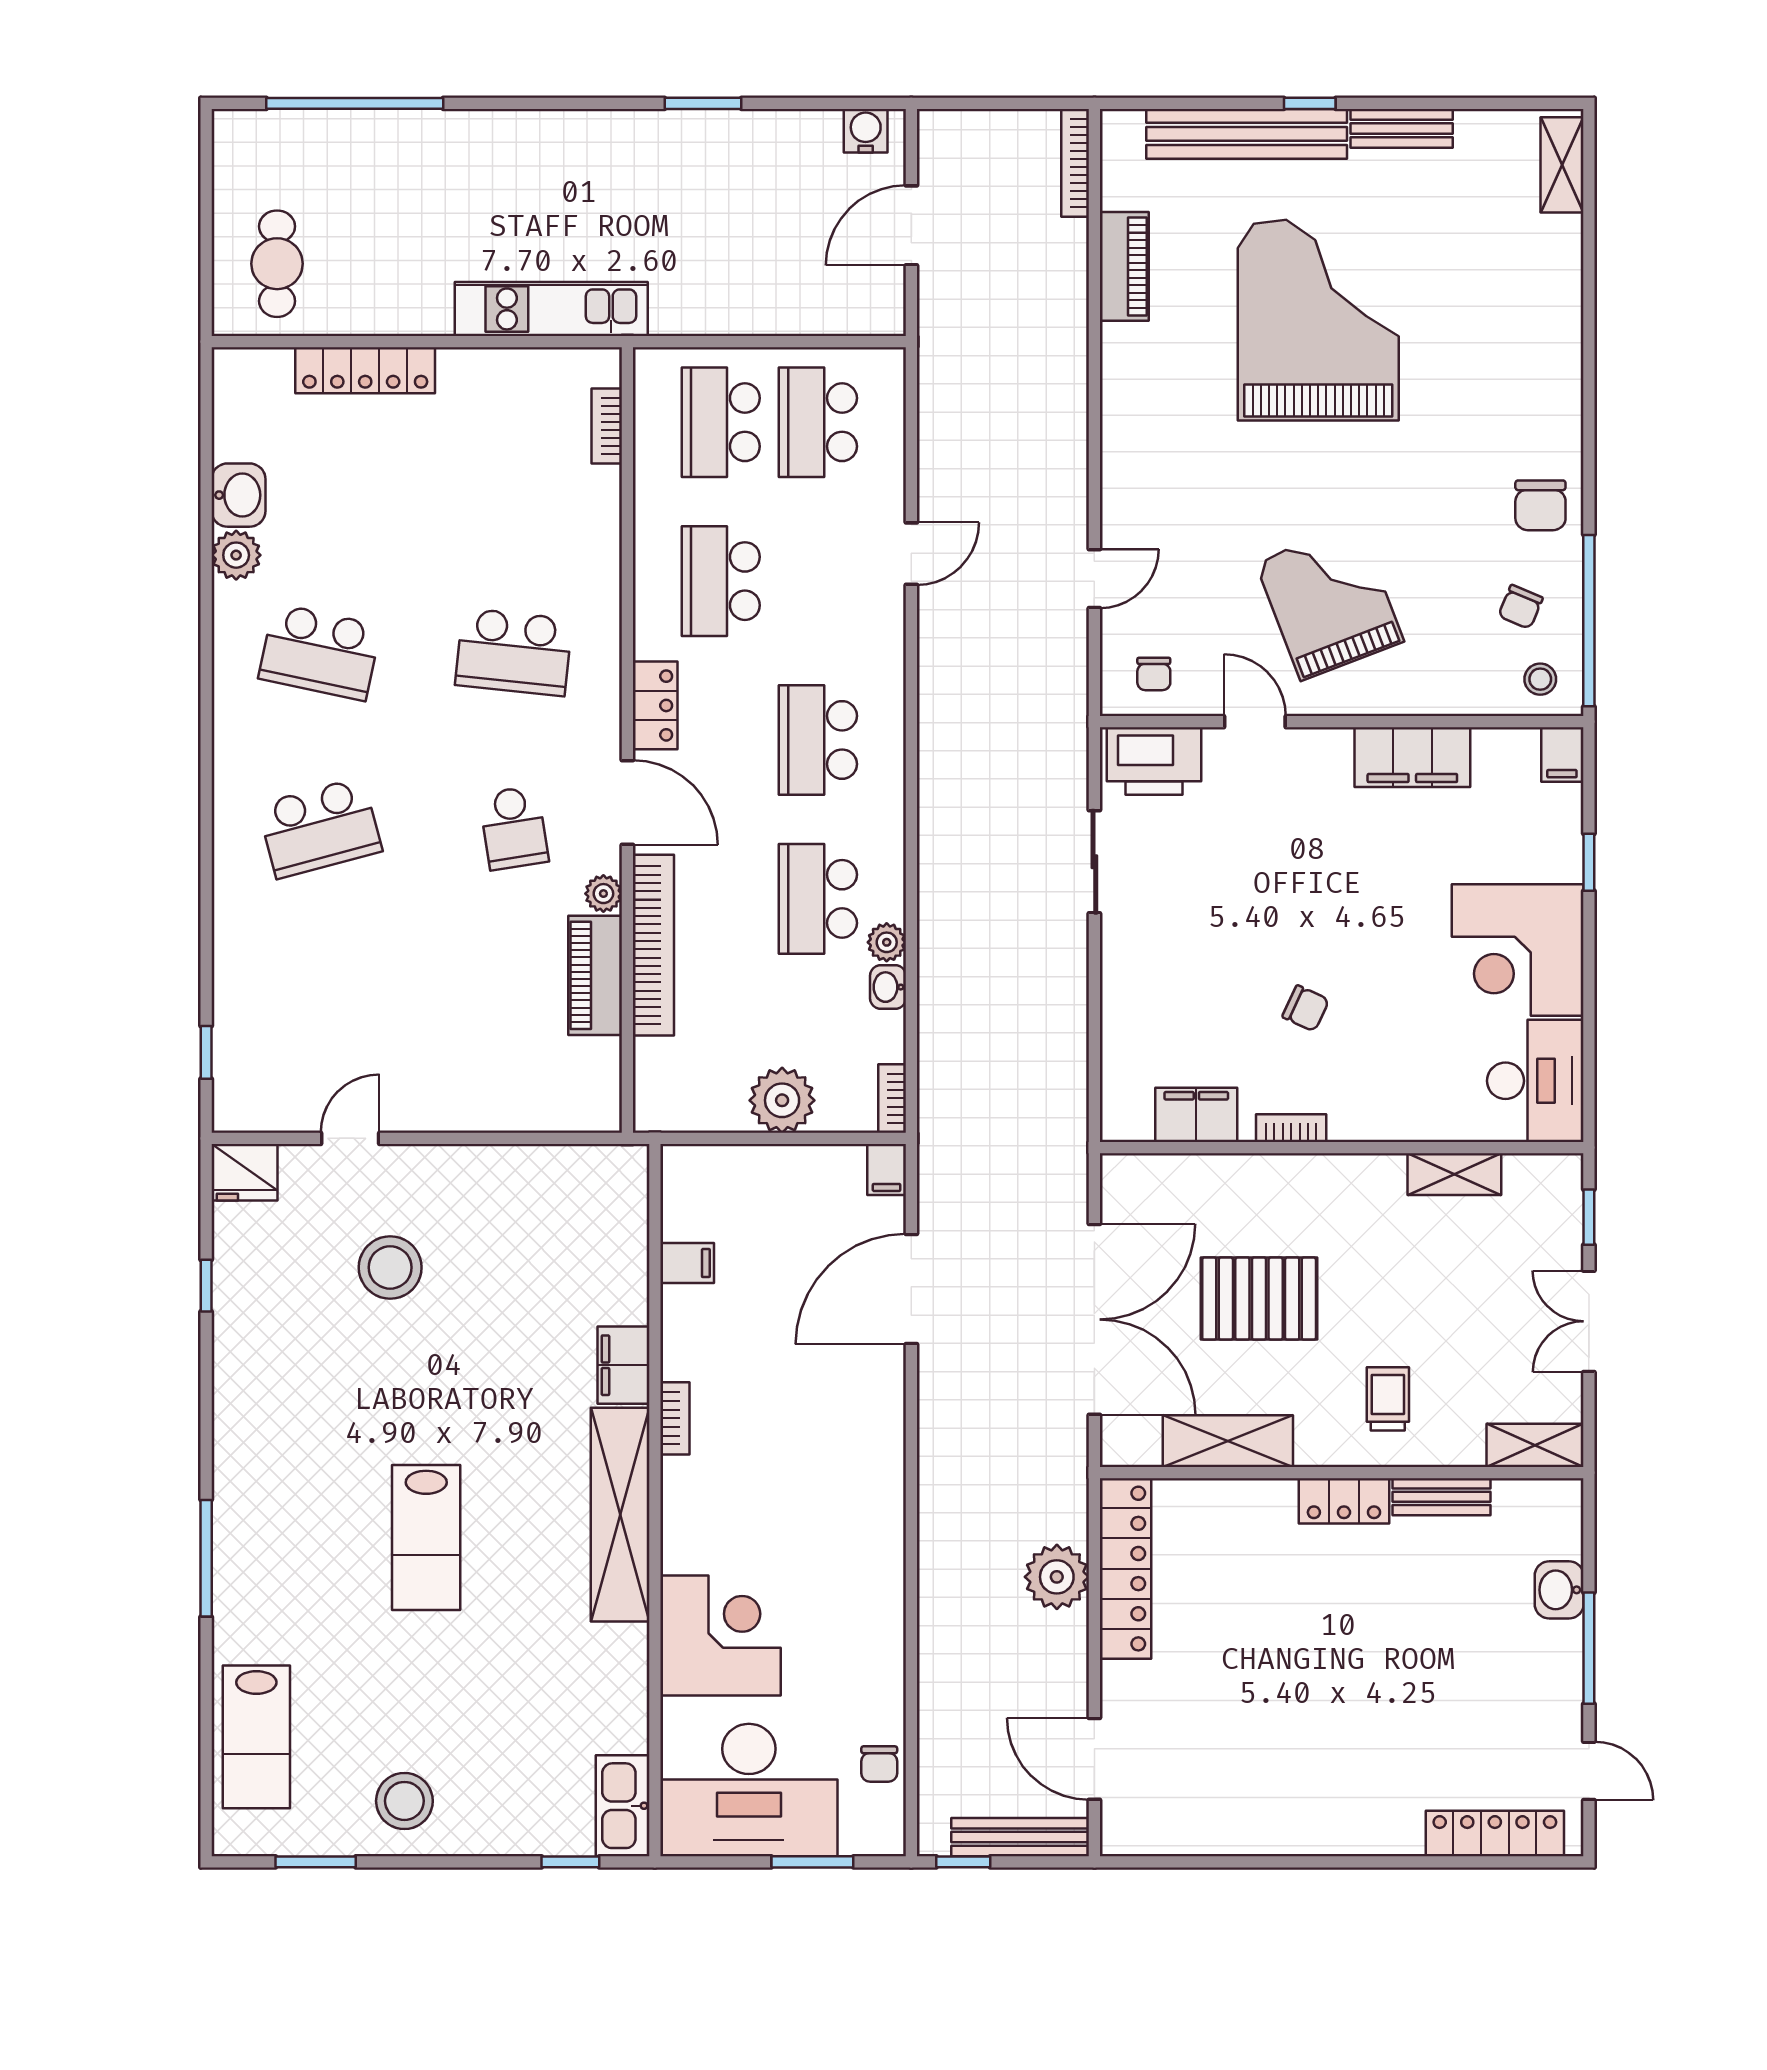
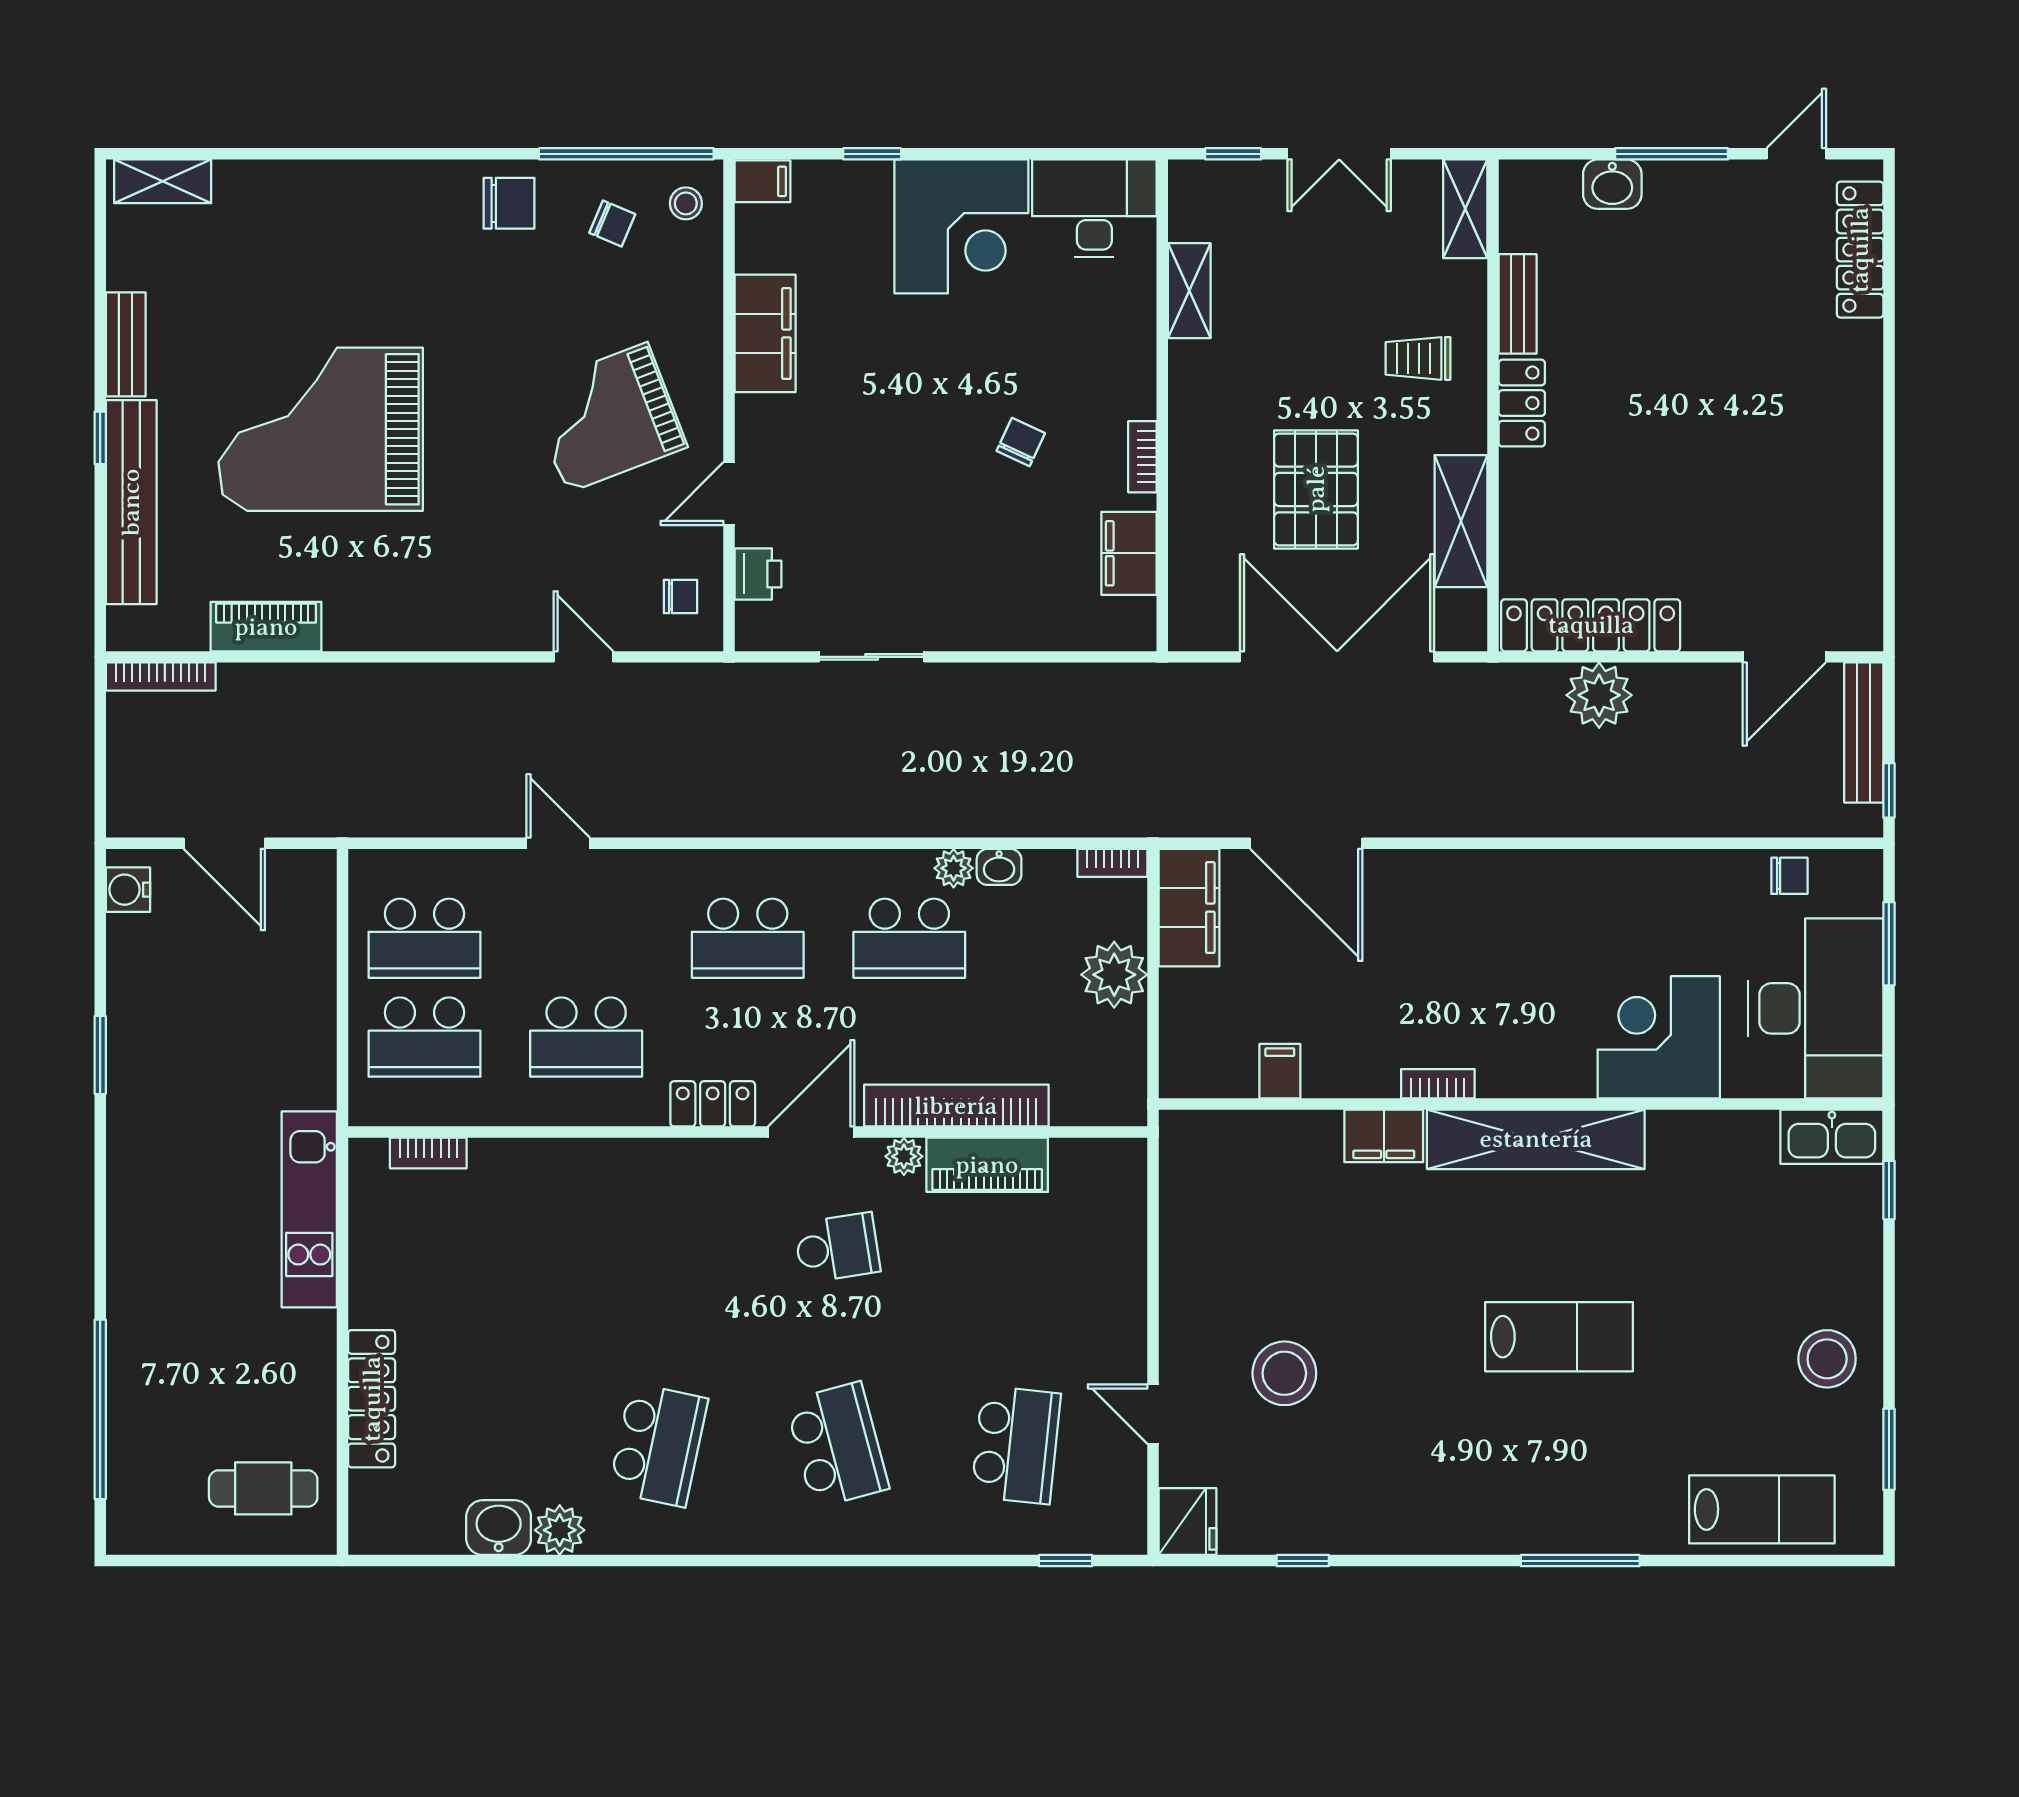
school desk: (514, 652) -> (1016, 1445), moved
printer: (1154, 761) -> (758, 574), width x0.53, depth x0.68
filing cabinet: (887, 1170) -> (1189, 908), width x3.00, depth x1.17

